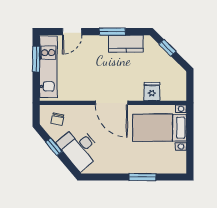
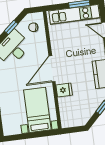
fridge: (152, 92) -> (64, 90), moved

